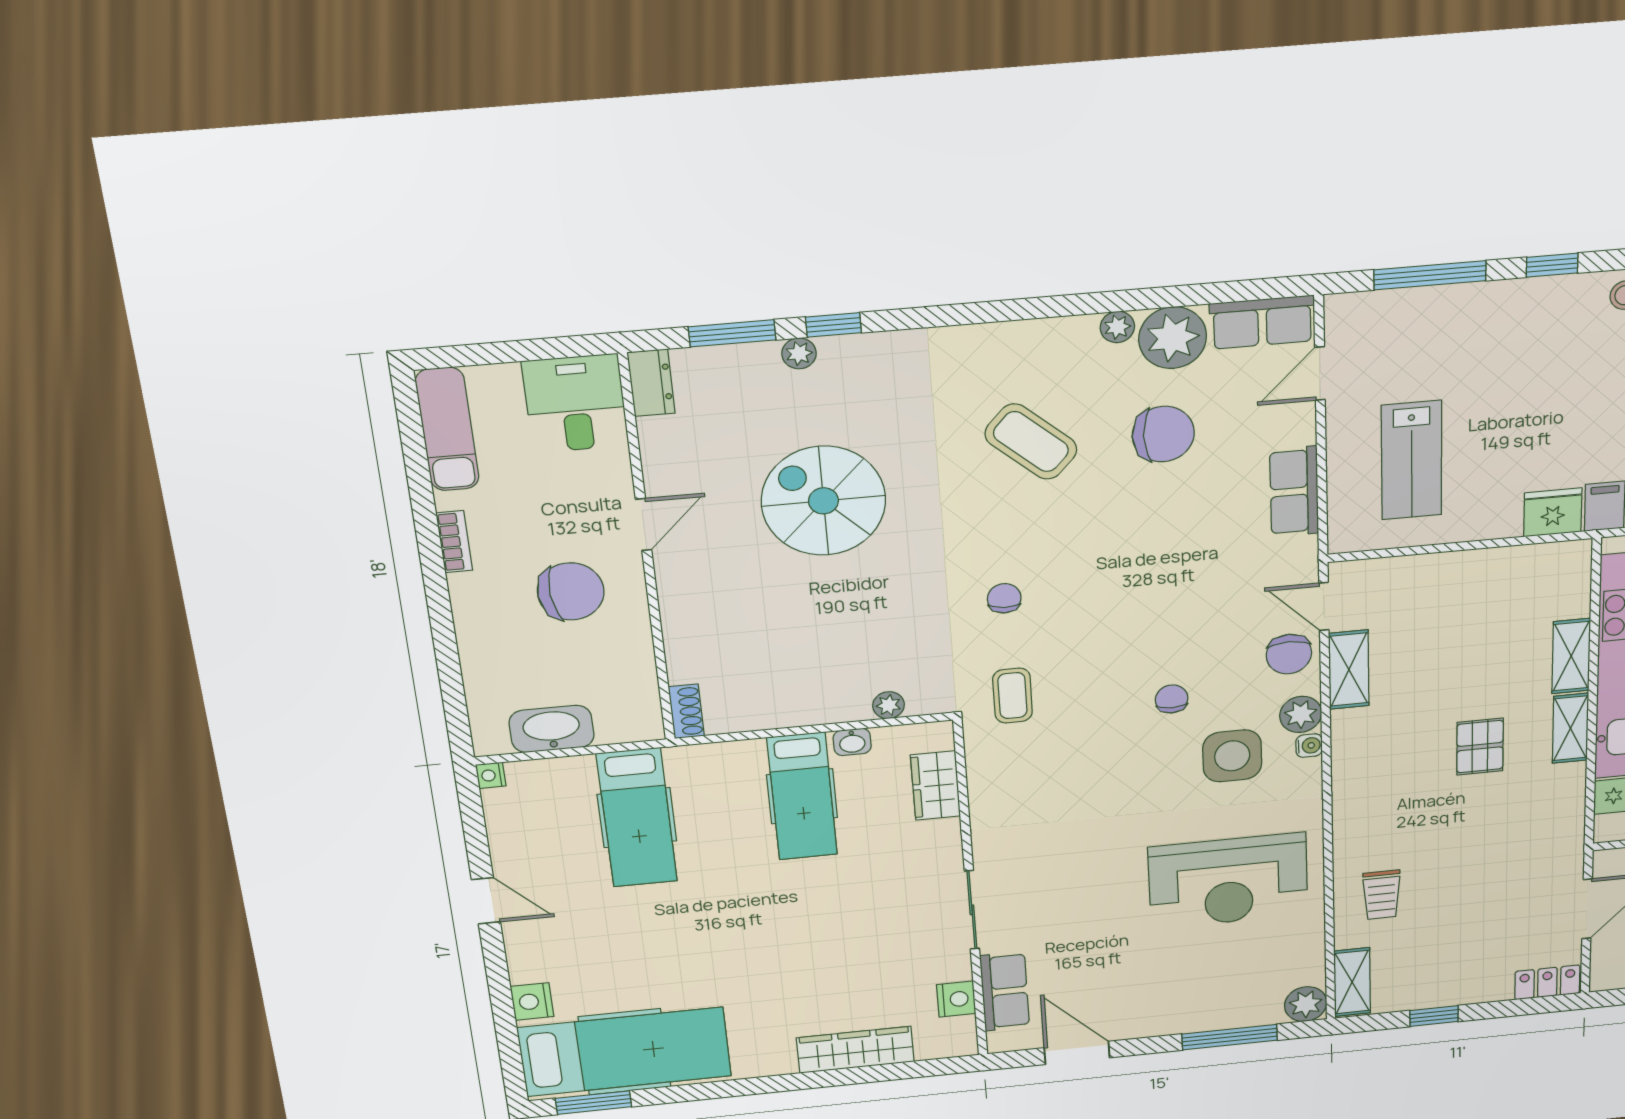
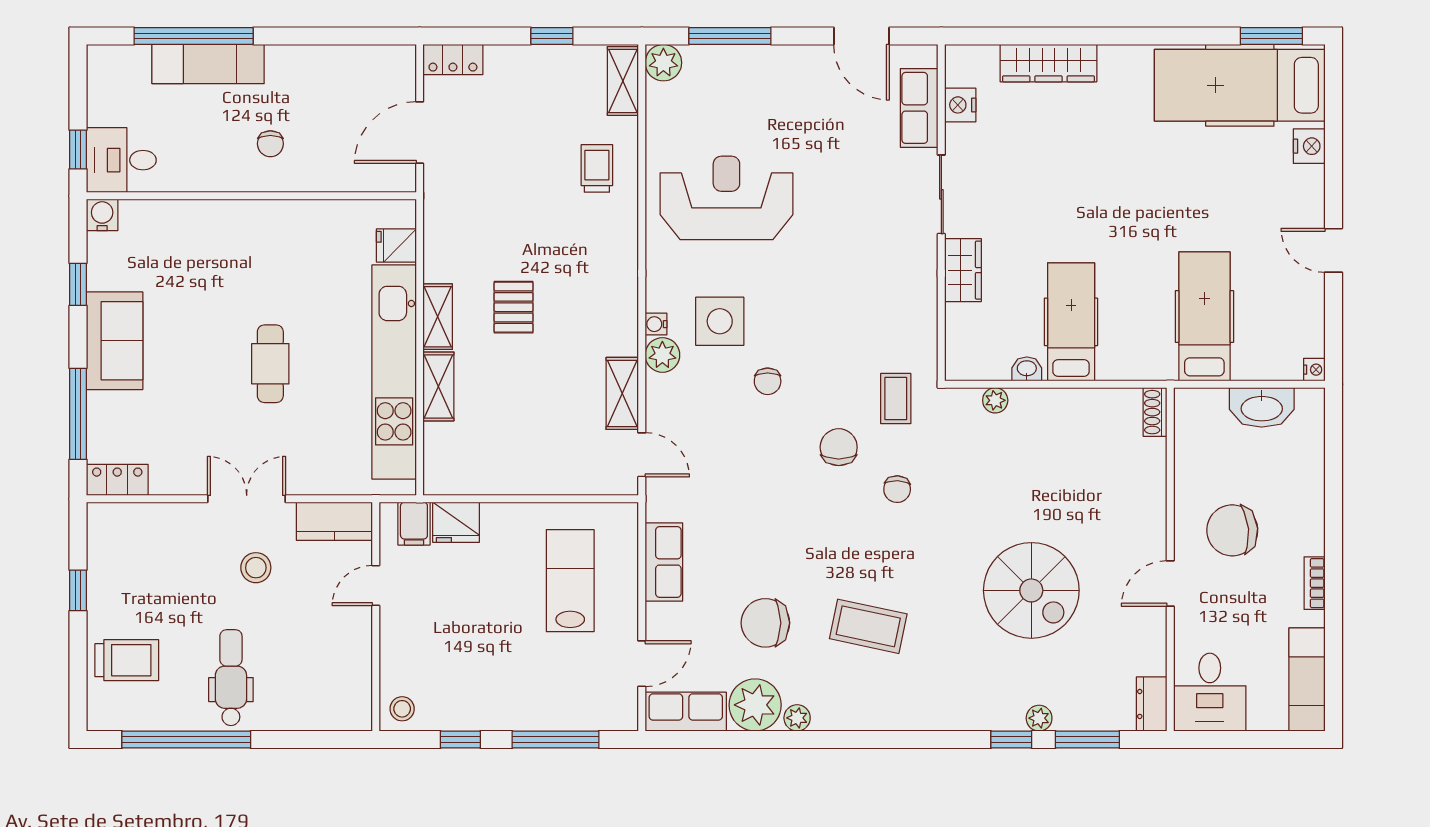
coffee table: (1031, 442) -> (868, 626), turned -30
chair: (1289, 654) -> (839, 447), moved
wardrobe: (936, 786) -> (963, 270), moved

